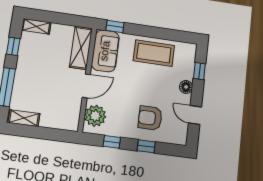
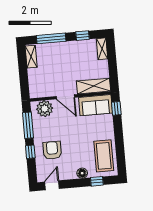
coffee table: (154, 53) -> (104, 156), moved
door: (195, 115) -> (52, 185), moved
window: (112, 142) -> (28, 125), width x2.17

